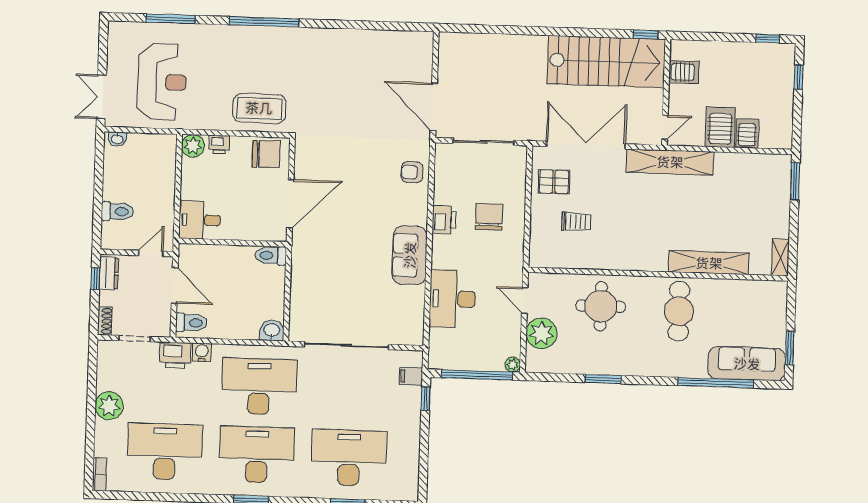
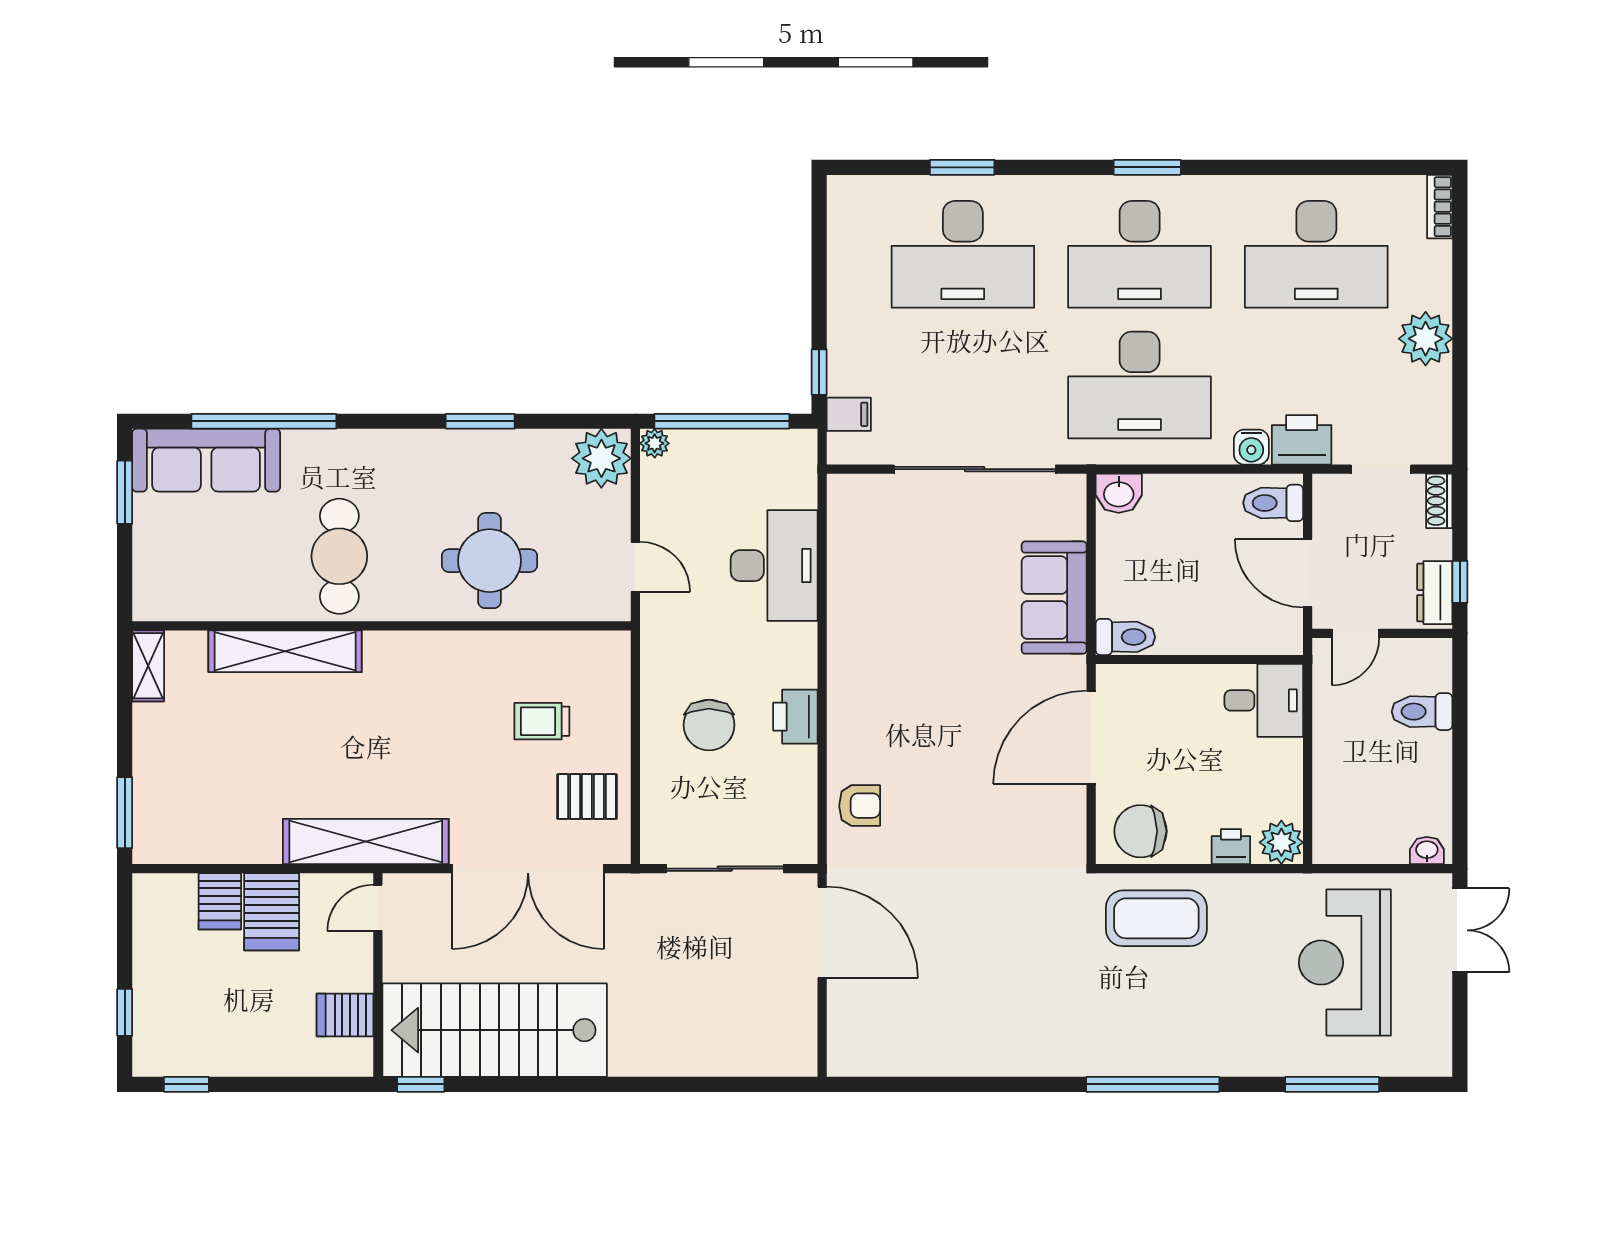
sofa: (410, 255) -> (1054, 598), moved, turned 180
plant: (541, 333) -> (601, 458), moved

